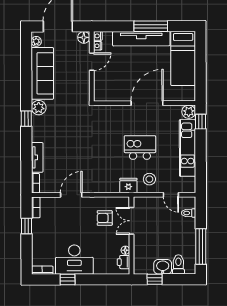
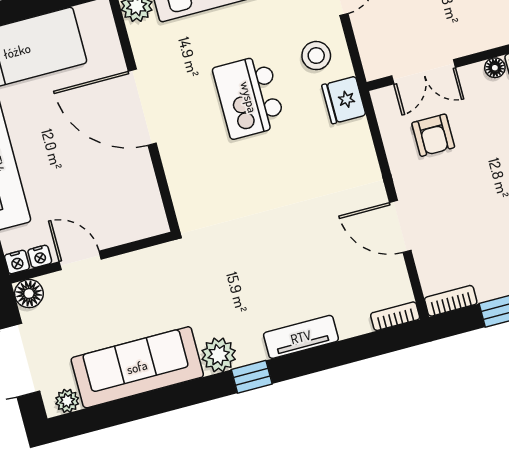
tv unit: (37, 157) -> (301, 337), moved

